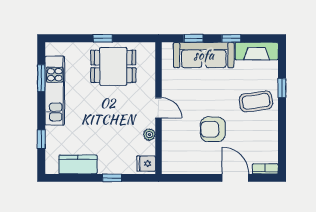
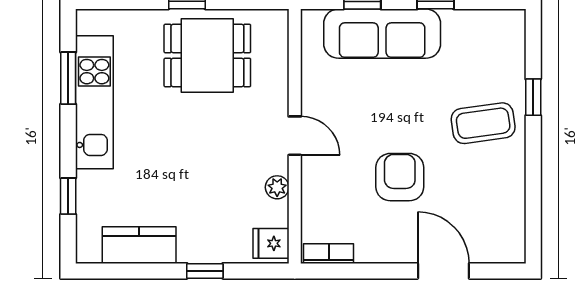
fireplace: (257, 51) -> (484, 26), removed
armchair: (213, 129) -> (400, 177), turned 90
bookcase: (265, 169) -> (329, 254), moved

